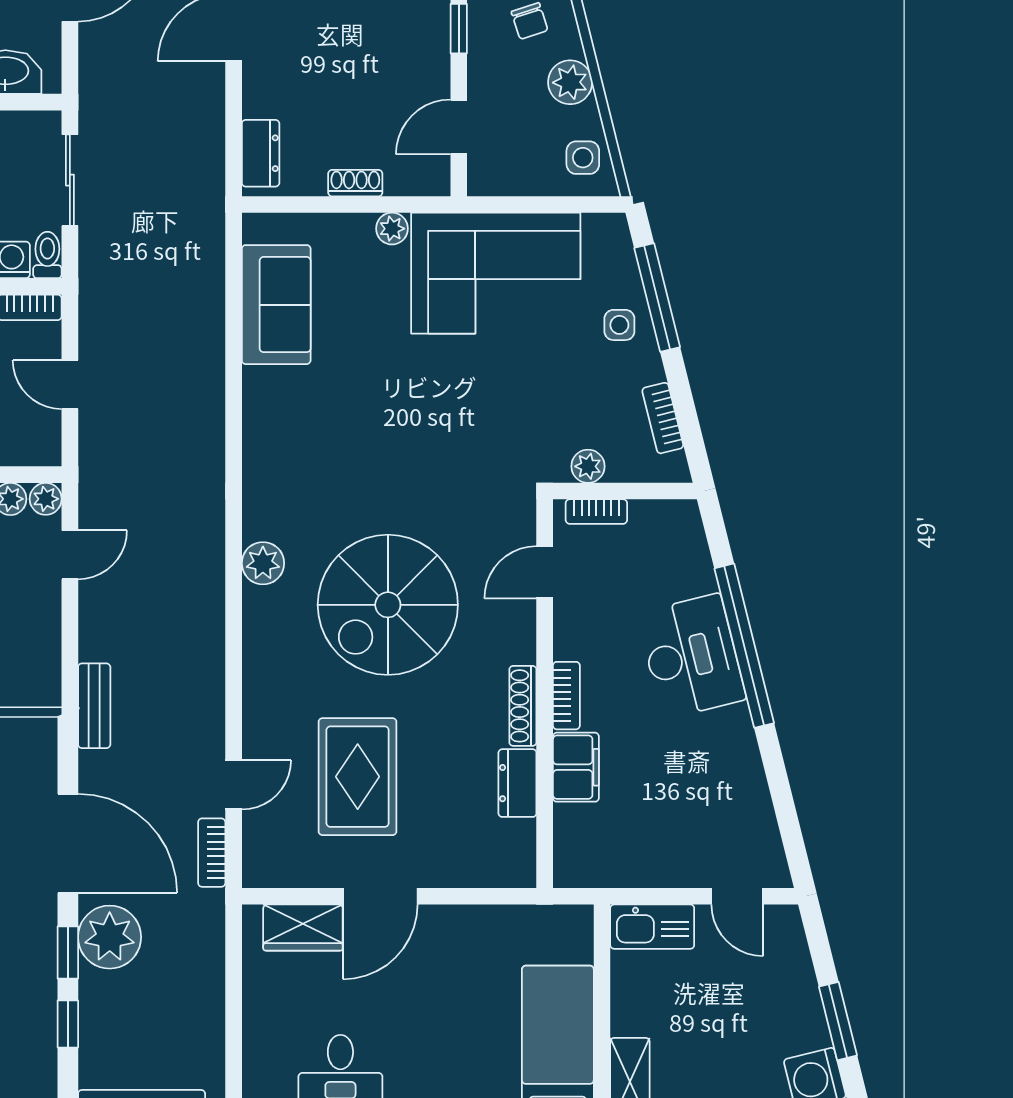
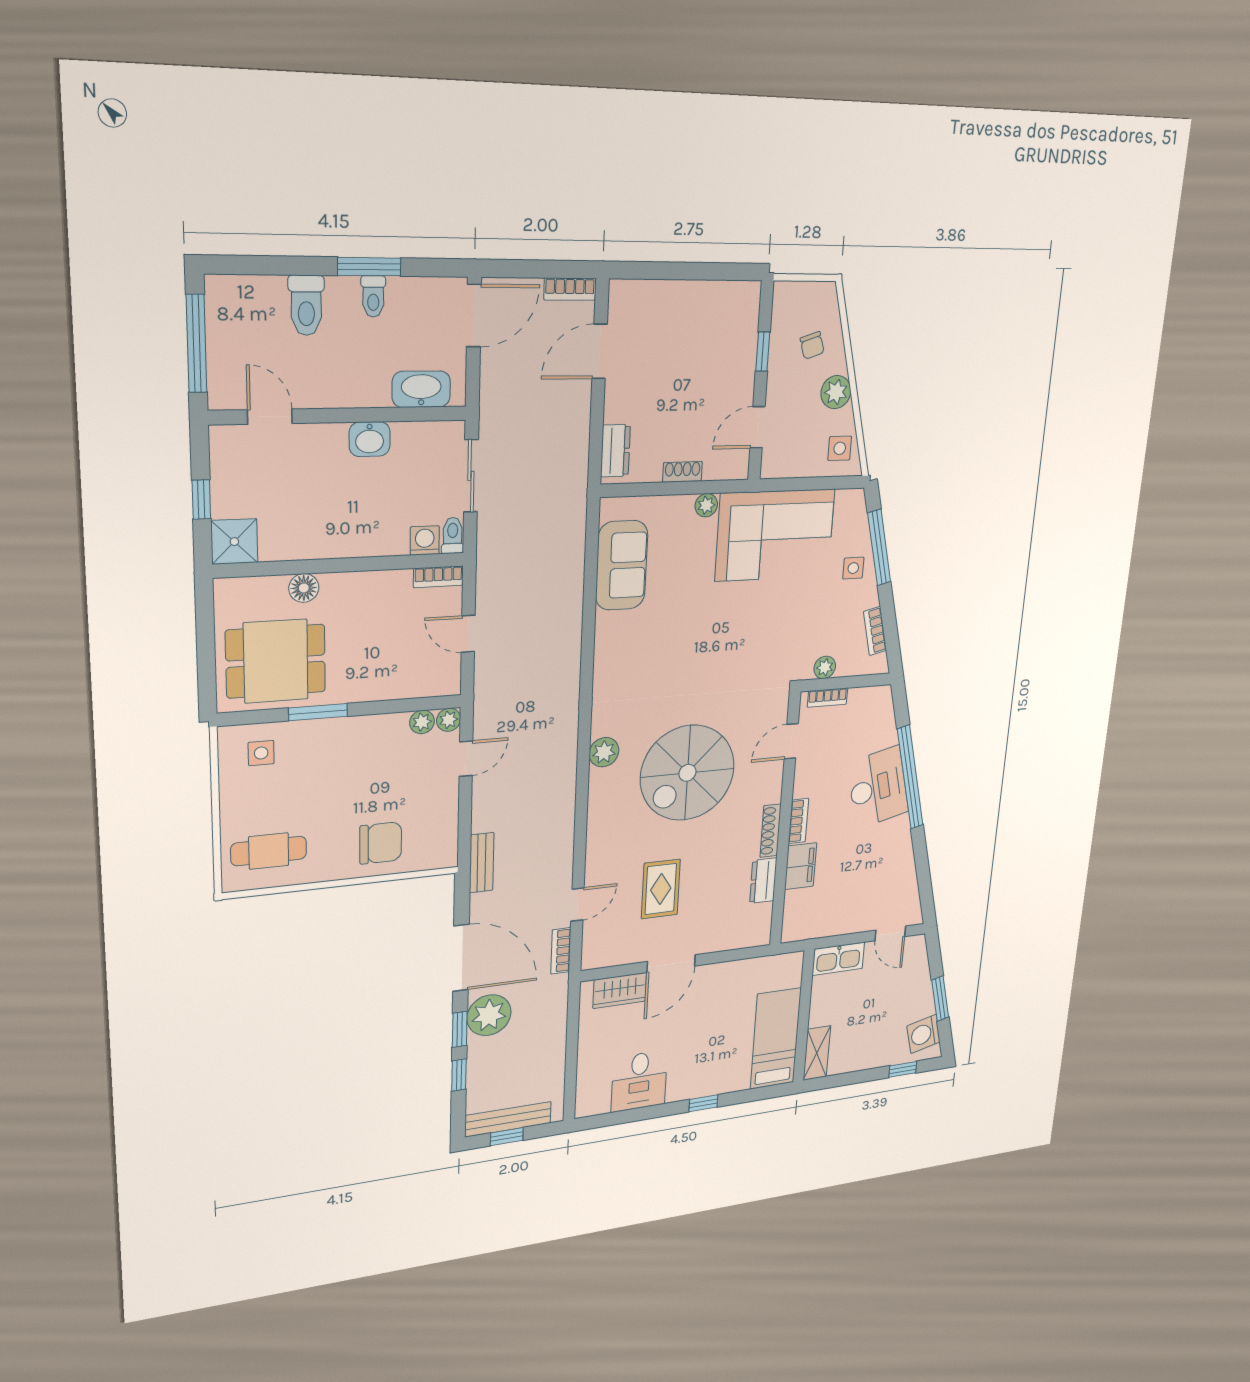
rug: (358, 777) -> (661, 889), width x0.73, depth x0.70

